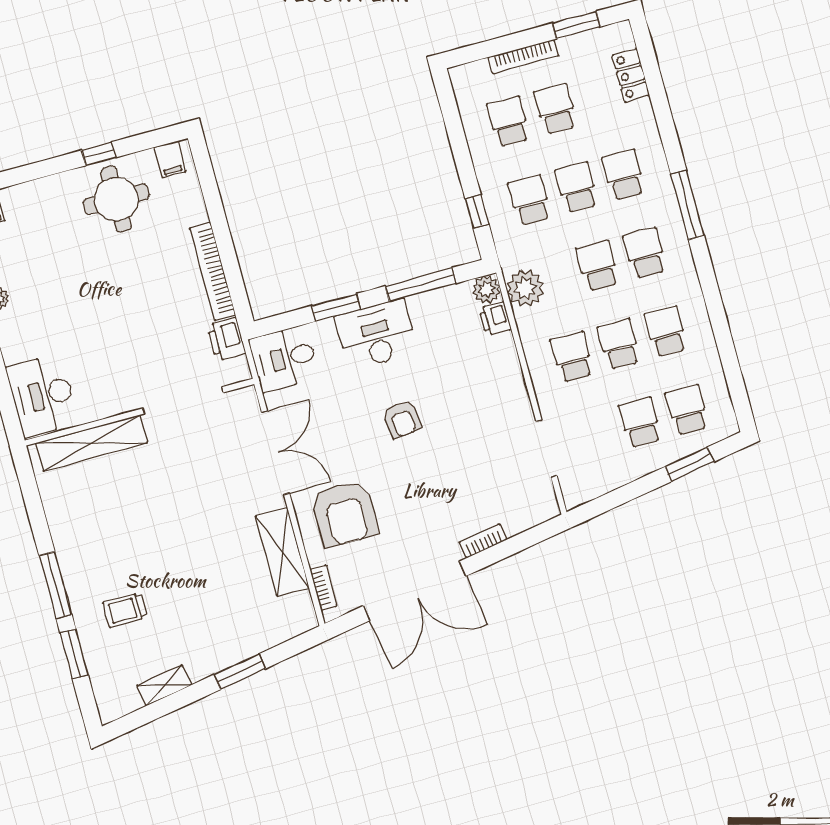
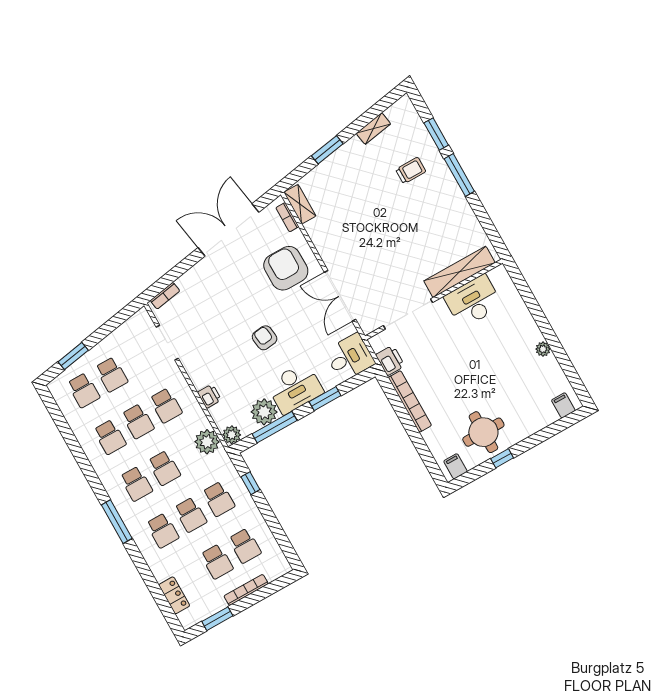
plant: (430, 311) -> (264, 412), added
printer: (495, 319) -> (209, 396), moved
desk: (43, 395) -> (473, 301), moved, turned -90
bookcase: (483, 541) -> (165, 296), moved
shelving: (282, 552) -> (300, 204), moved, width x0.67, depth x0.75

